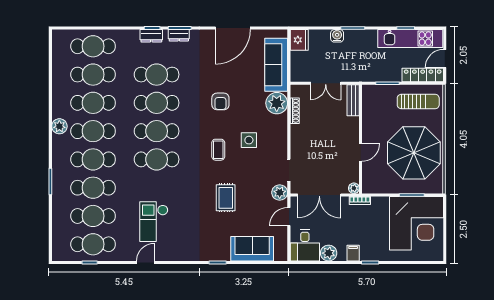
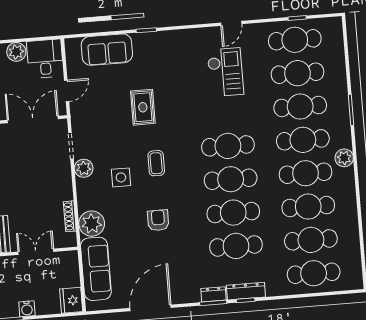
dresser: (151, 36) -> (246, 291), width x1.44
plant: (59, 126) -> (344, 158), moved
plant: (280, 193) -> (84, 168), moved

